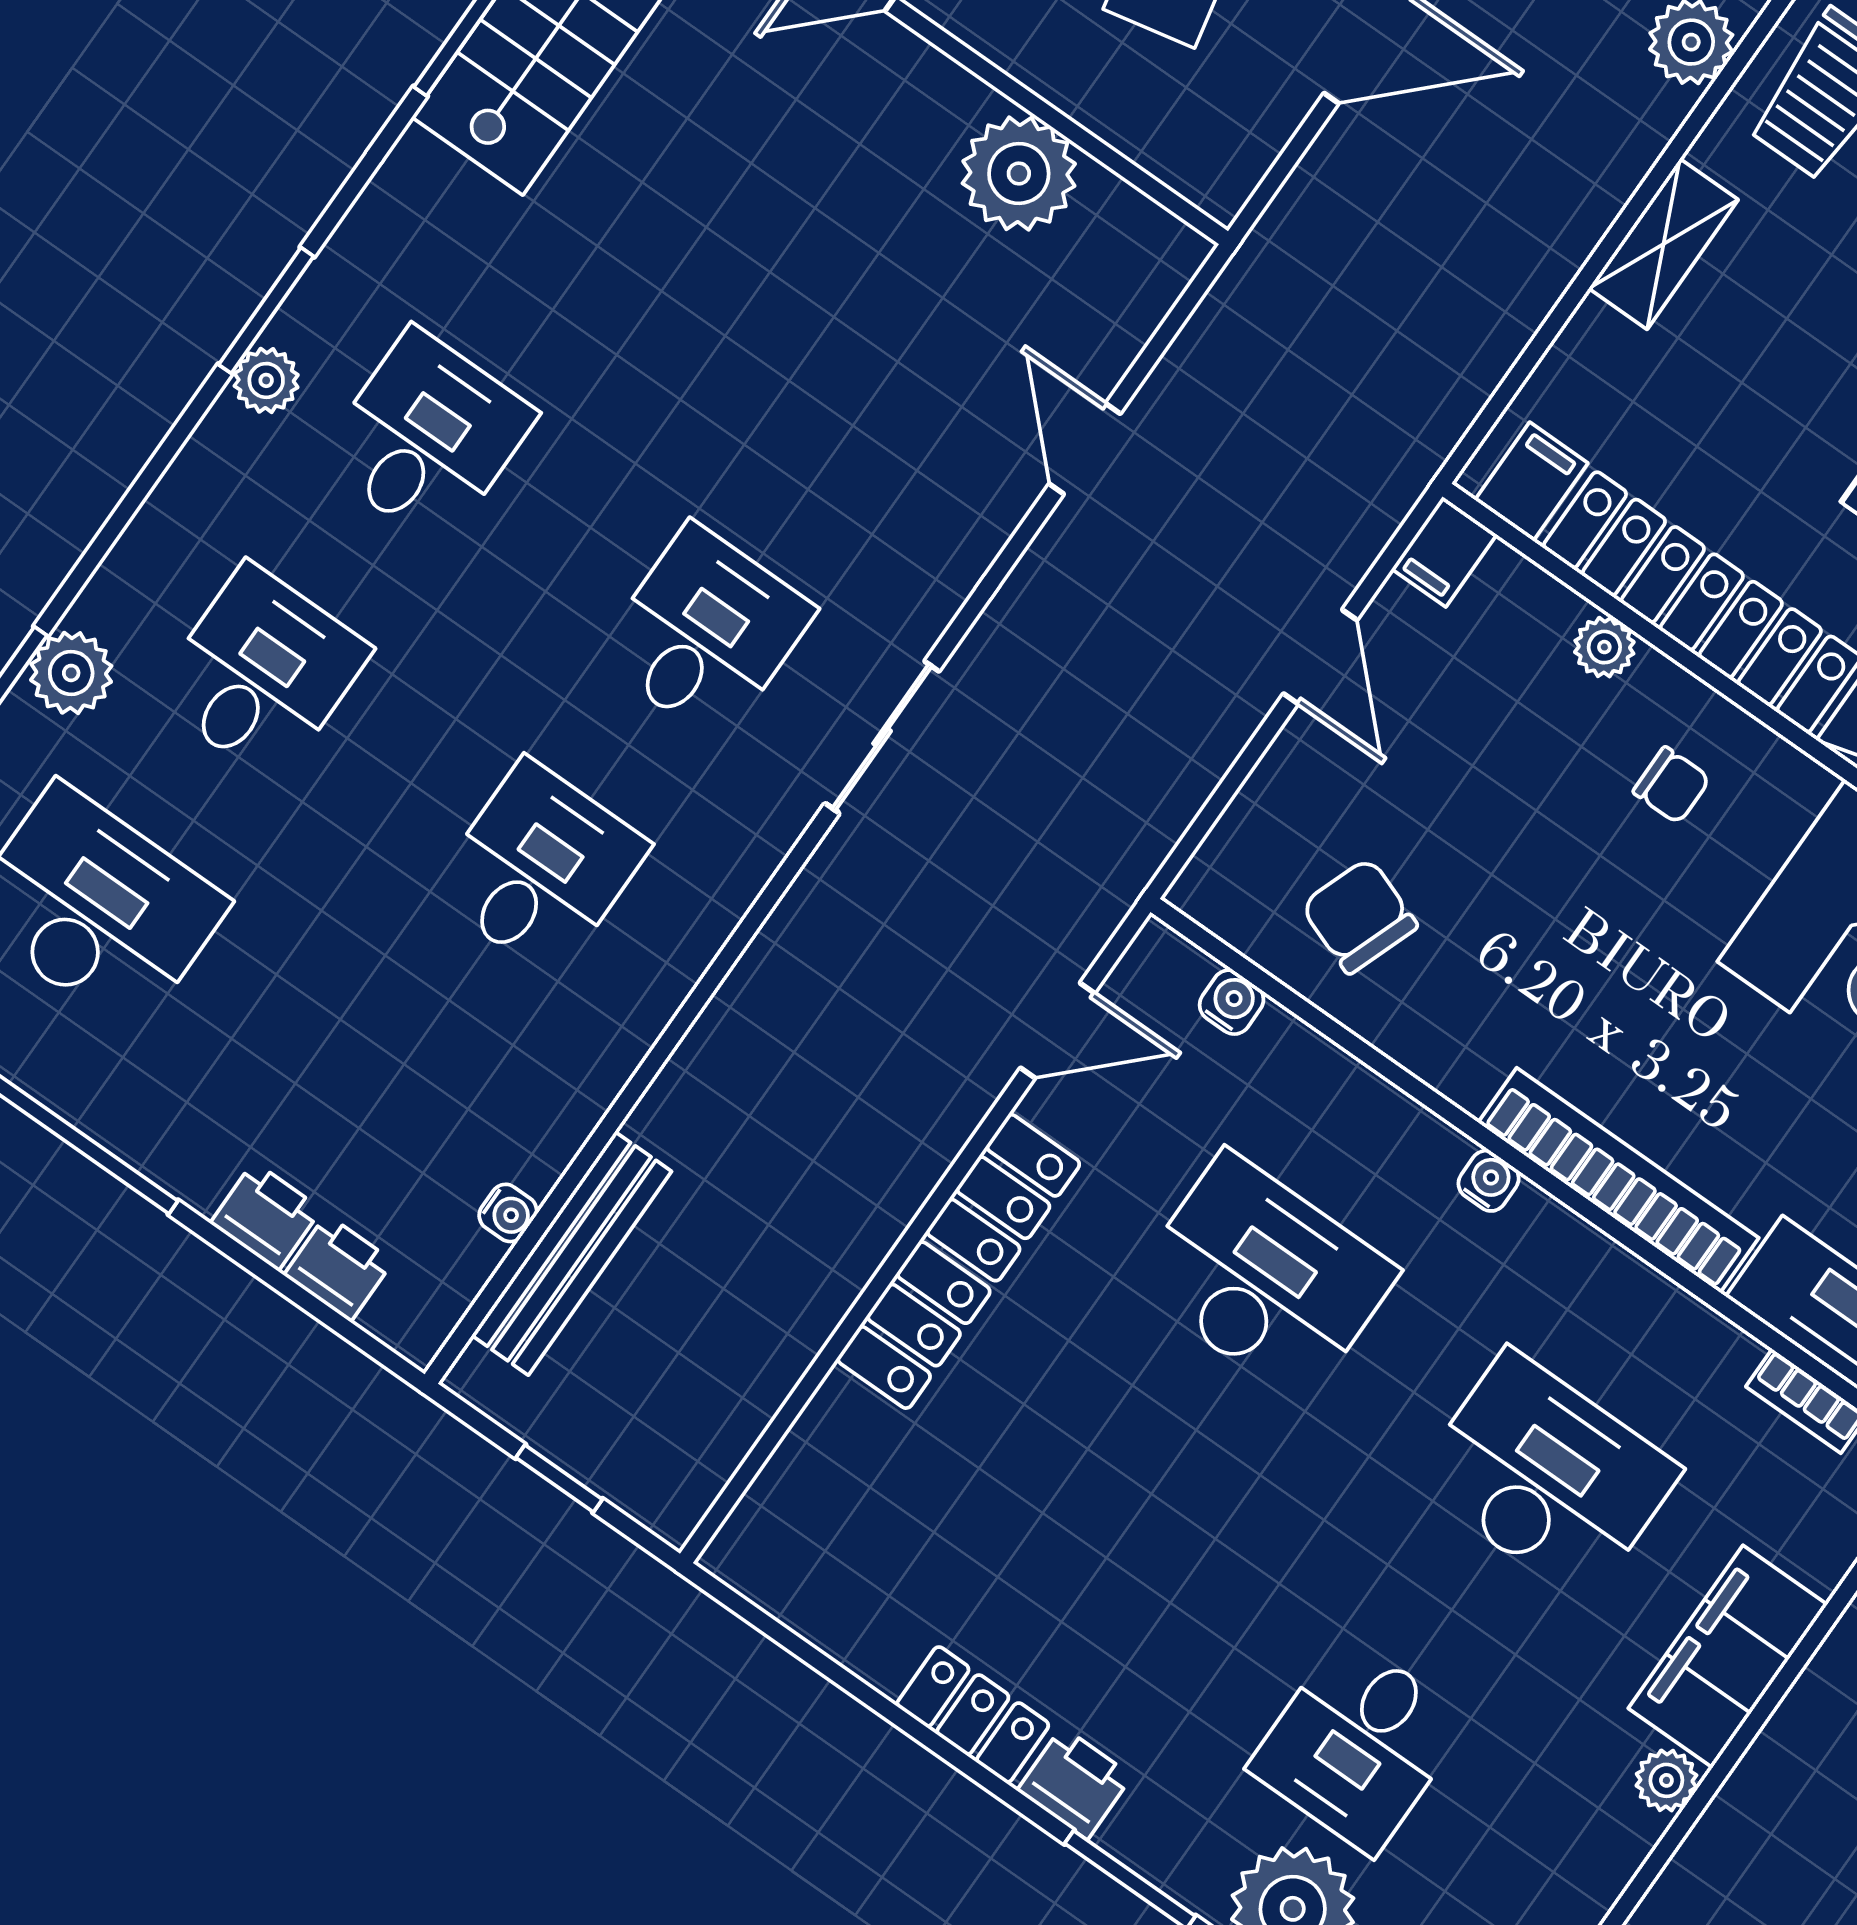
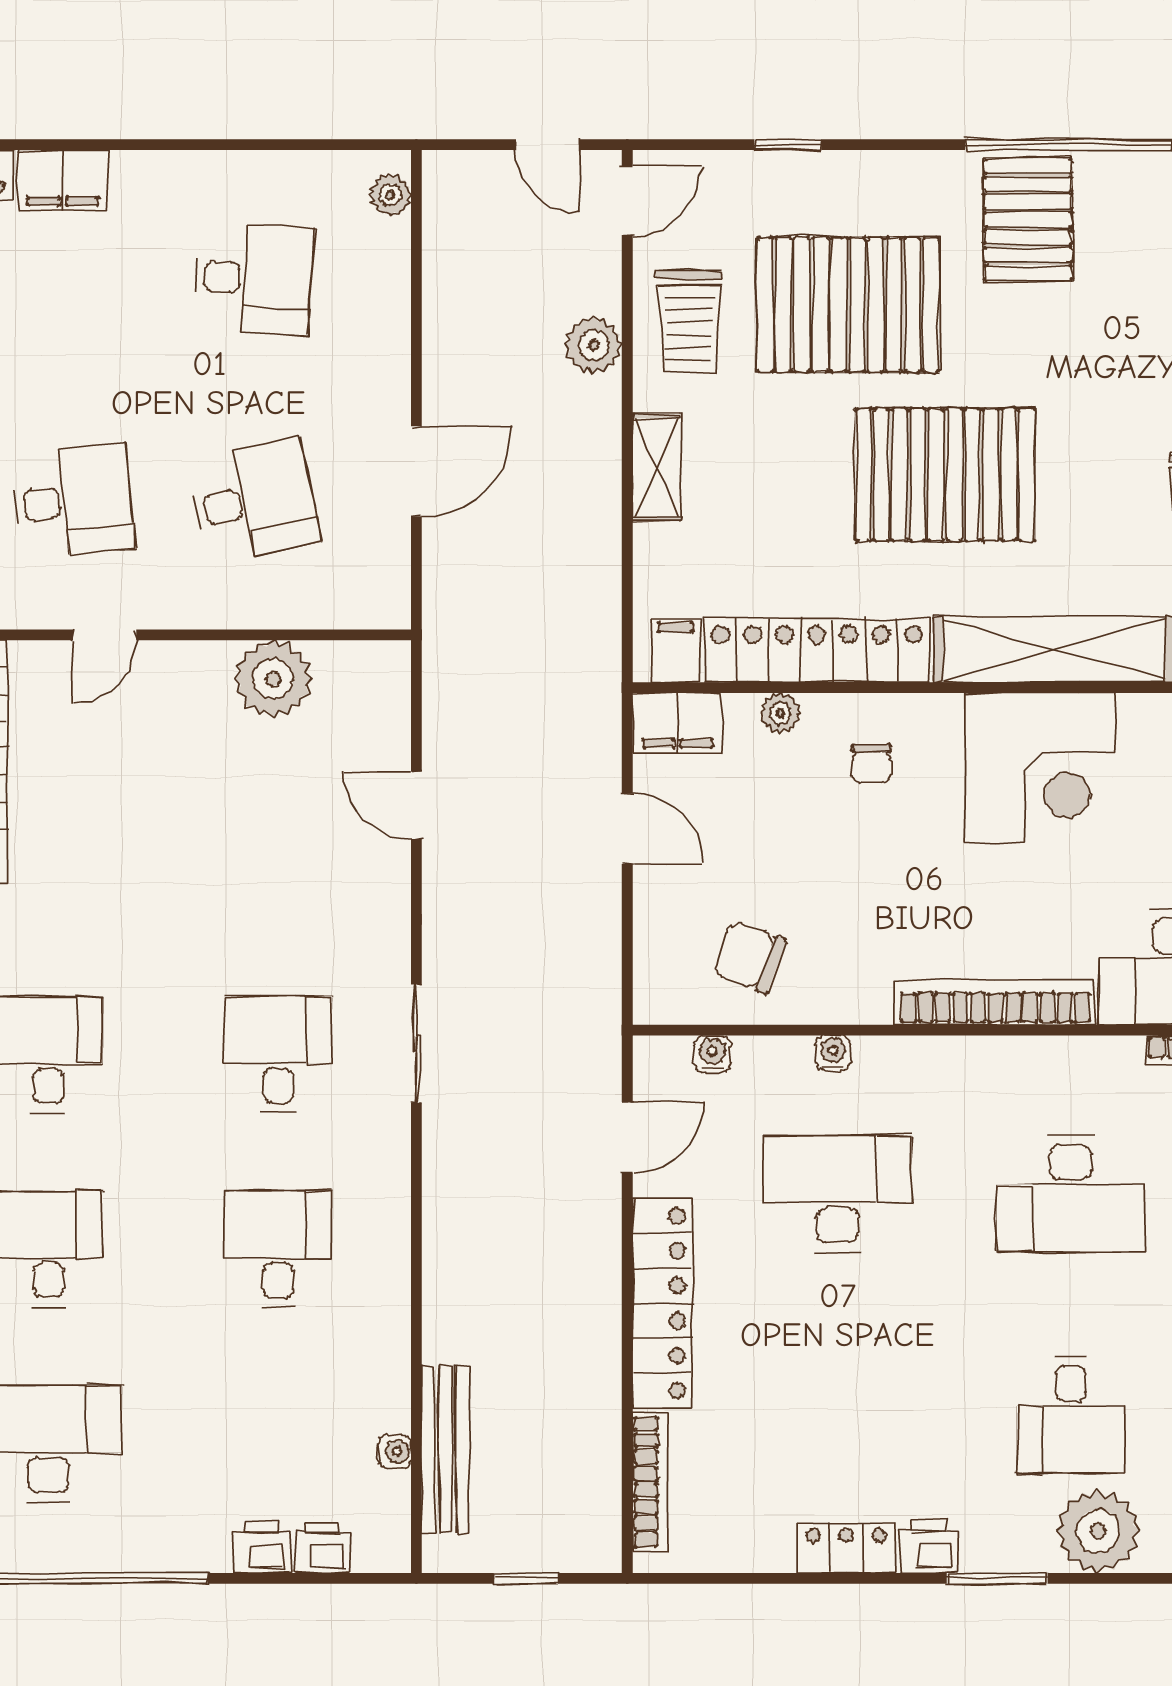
filing cabinet: (1444, 552) -> (677, 723), width x2.00
chair: (1672, 785) -> (871, 763), turned 90
water cooler: (1489, 1181) -> (833, 1053), moved
bookcase: (792, 1468) -> (650, 1482), added
desk: (1547, 1476) -> (1071, 1194), turned 180

